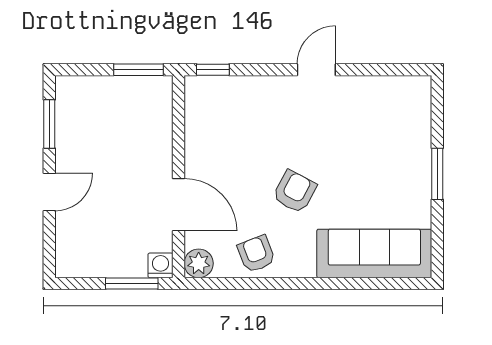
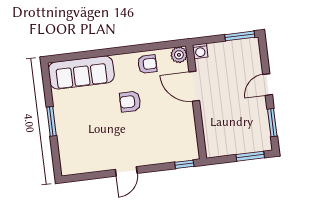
window: (138, 70) -> (250, 156), moved
armchair: (295, 192) -> (130, 102), turned 62
armchair: (256, 254) -> (147, 64), turned -69
window: (132, 283) -> (240, 36), moved

